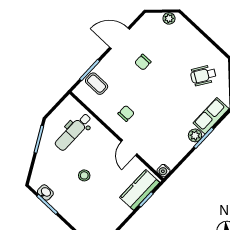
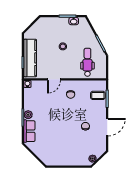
wheelchair: (203, 75) -> (51, 147), removed
door: (129, 148) -> (54, 79), swing flipped
kitchen counter: (140, 190) -> (30, 58), width x1.50

